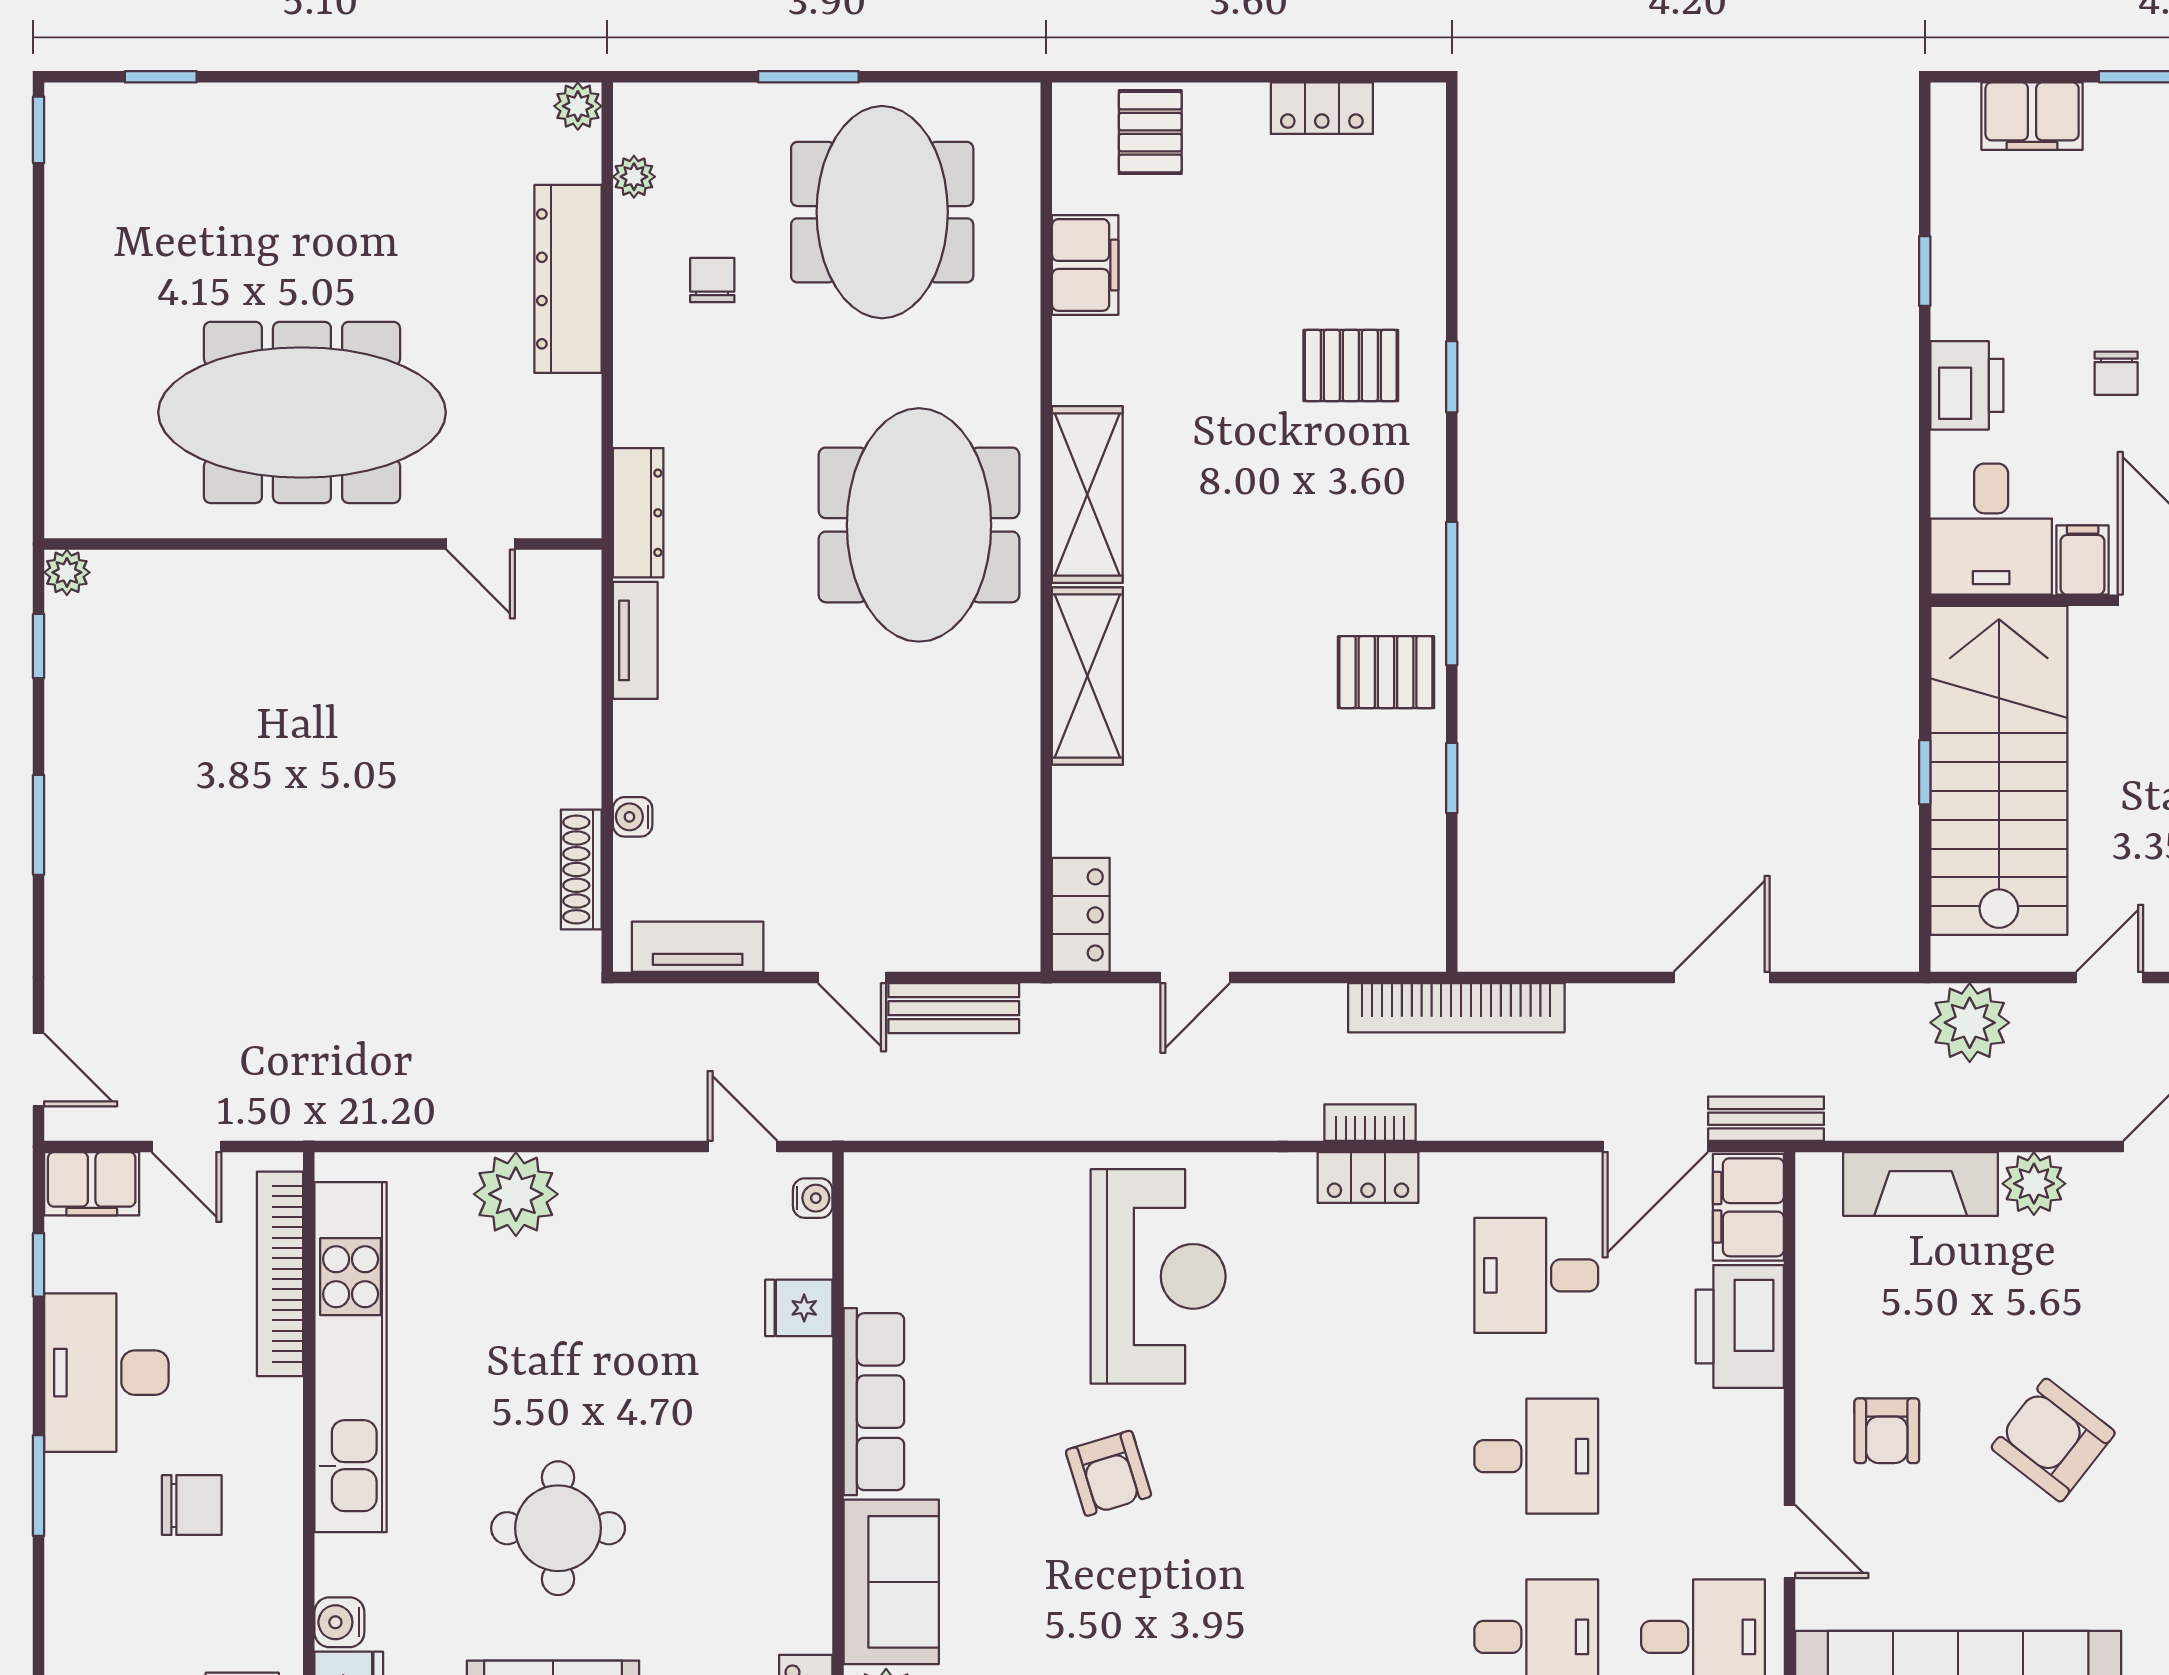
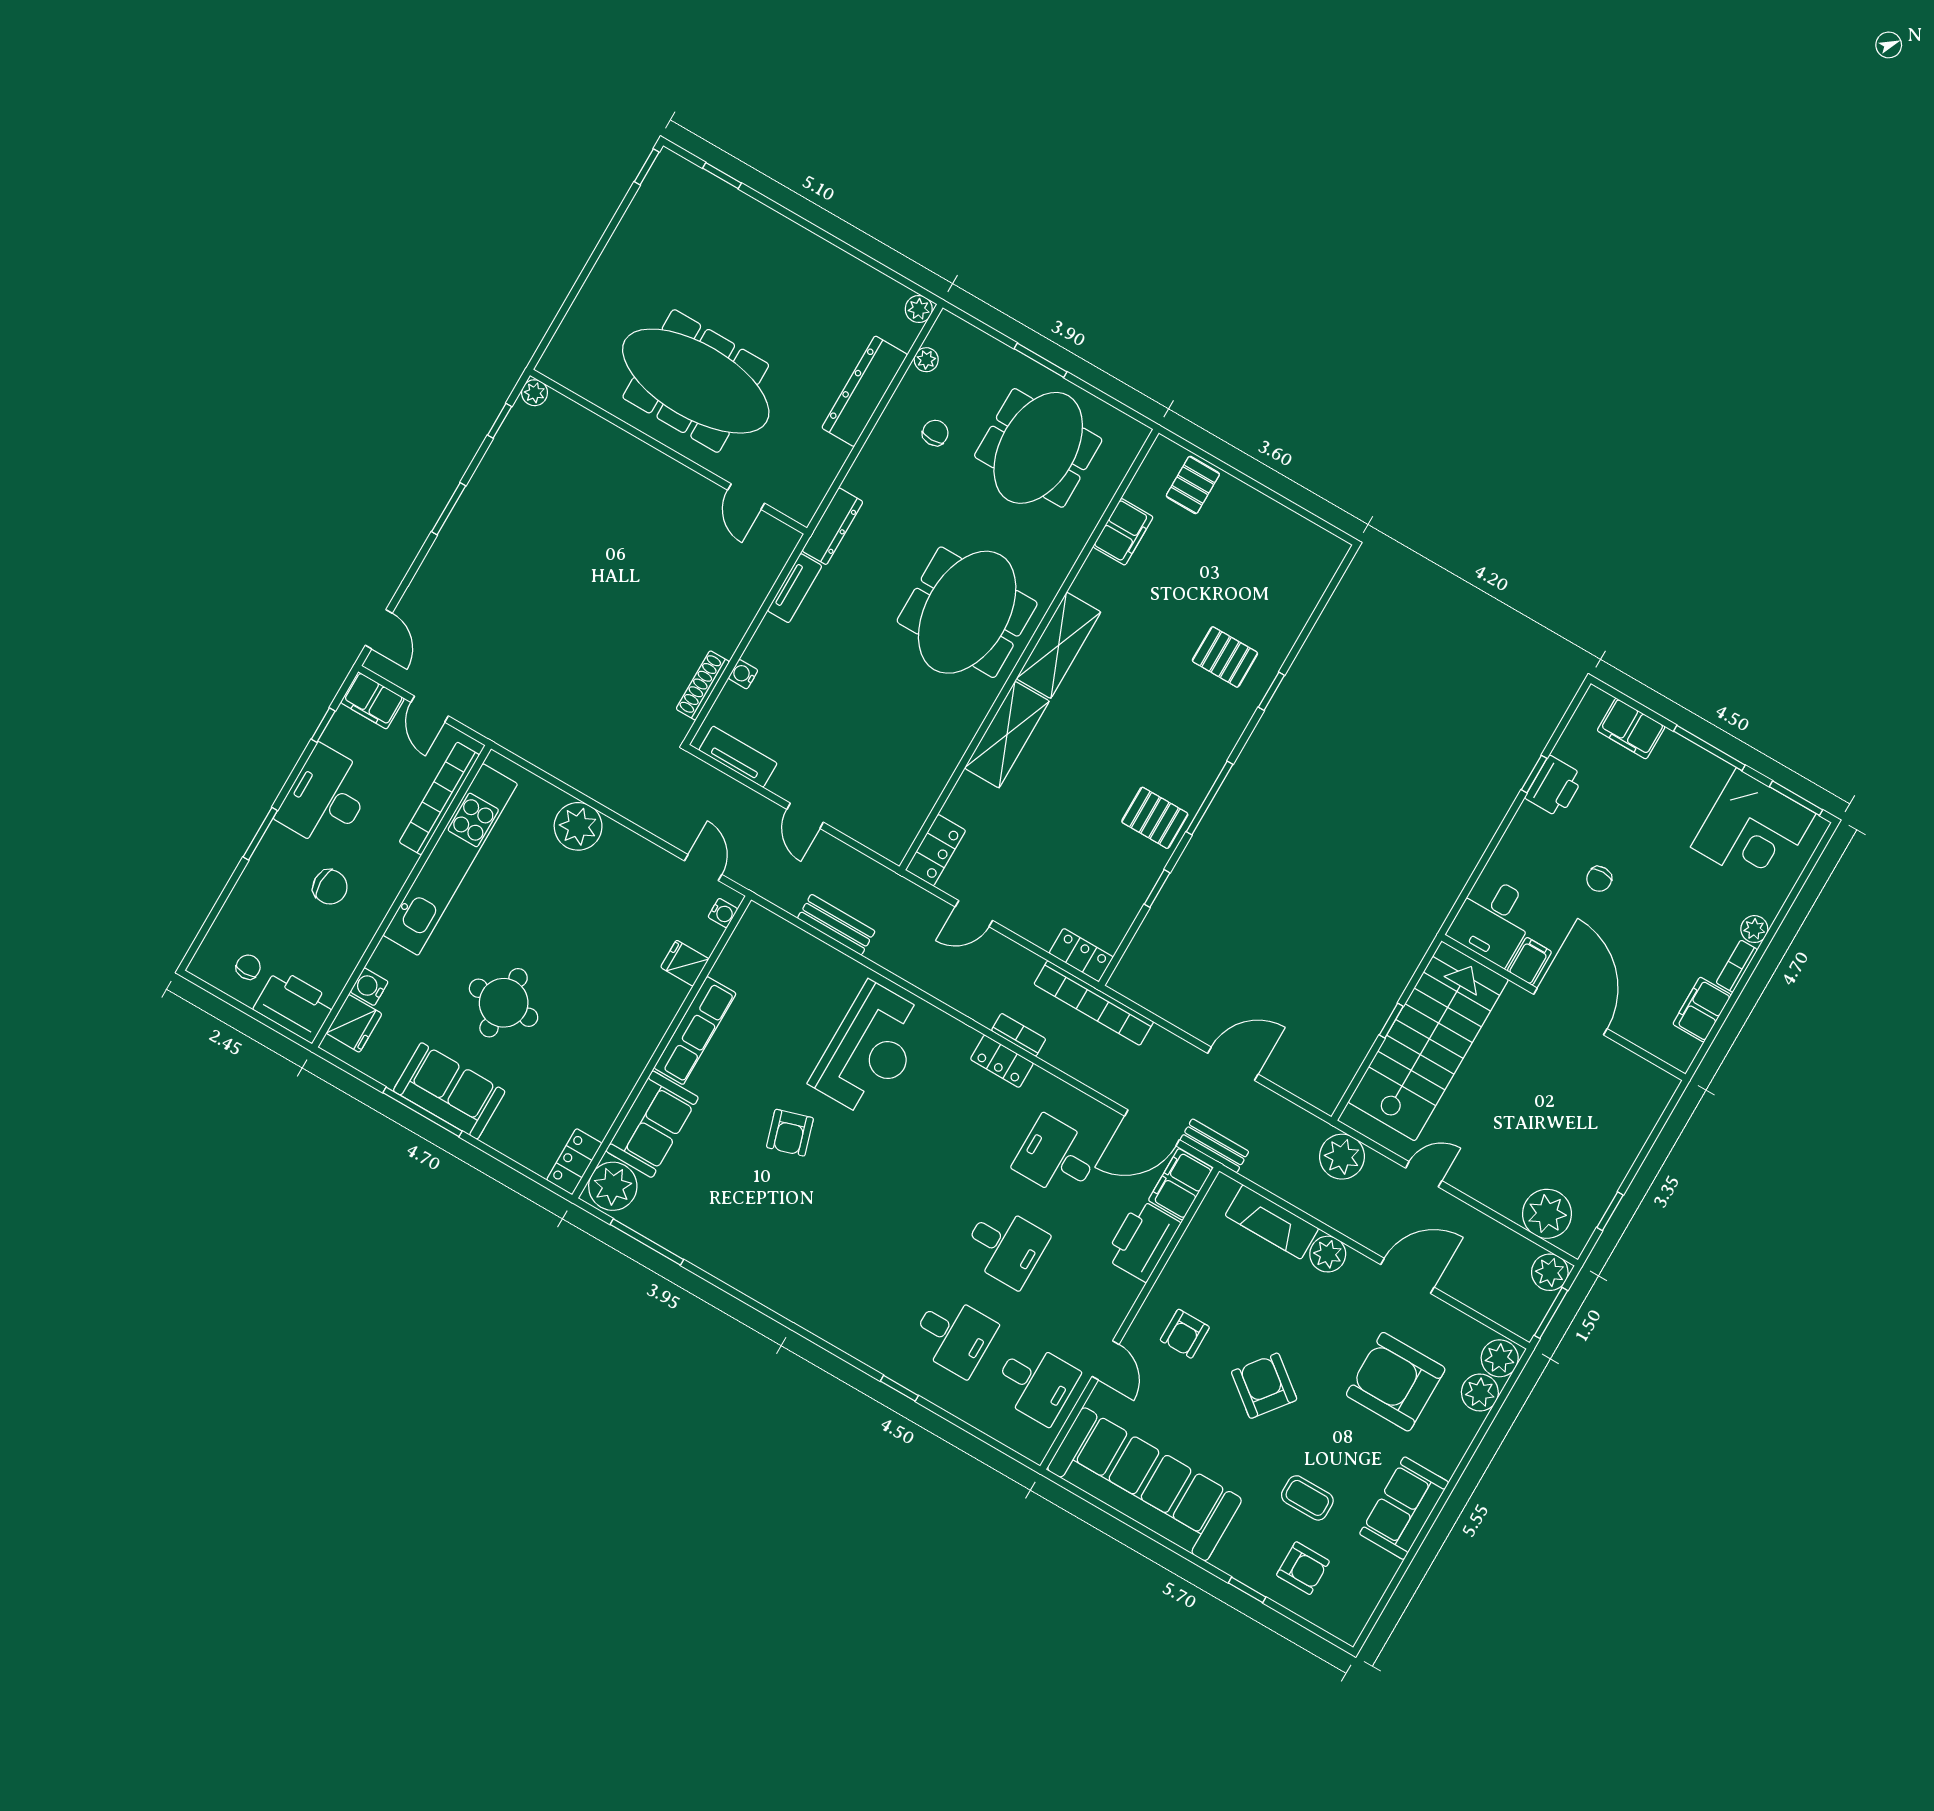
locker: (1322, 108) -> (1081, 955), moved, turned 180
printer: (1967, 385) -> (1555, 787), moved
bench: (954, 1008) -> (836, 925), moved

